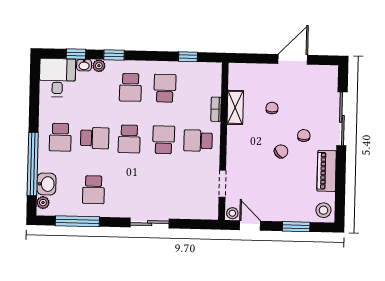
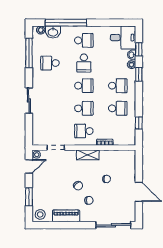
school desk: (130, 87) -> (118, 86), turned 180
shelving: (235, 107) -> (88, 155), moved
sliding door: (342, 119) -> (113, 225), moved
school desk: (60, 137) -> (84, 40), turned 180
school desk: (129, 139) -> (84, 86), turned 180
school desk: (198, 141) -> (84, 131), turned -90

